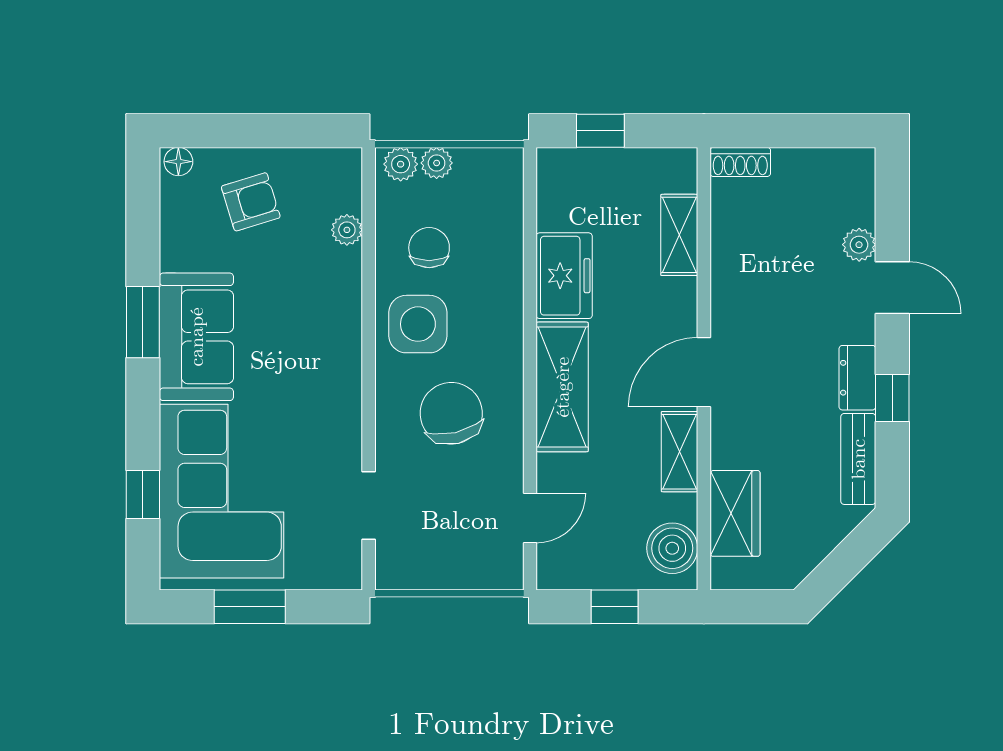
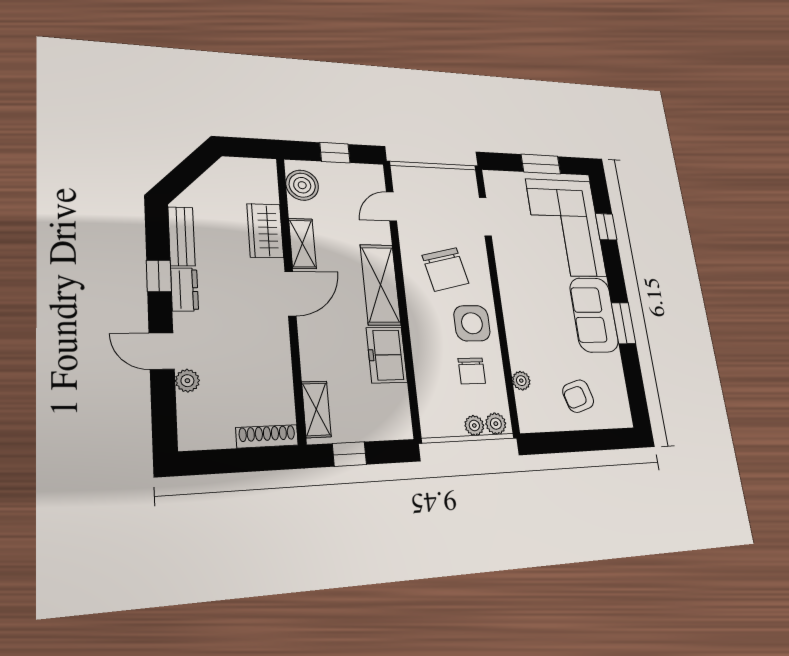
window: (600, 131) -> (349, 454), moved
floor lamp: (178, 162) -> (622, 419), removed
shoe rack: (740, 162) -> (267, 436), width x1.43
shelving: (679, 235) -> (316, 409), moved
wardrobe: (735, 513) -> (265, 231), moved

